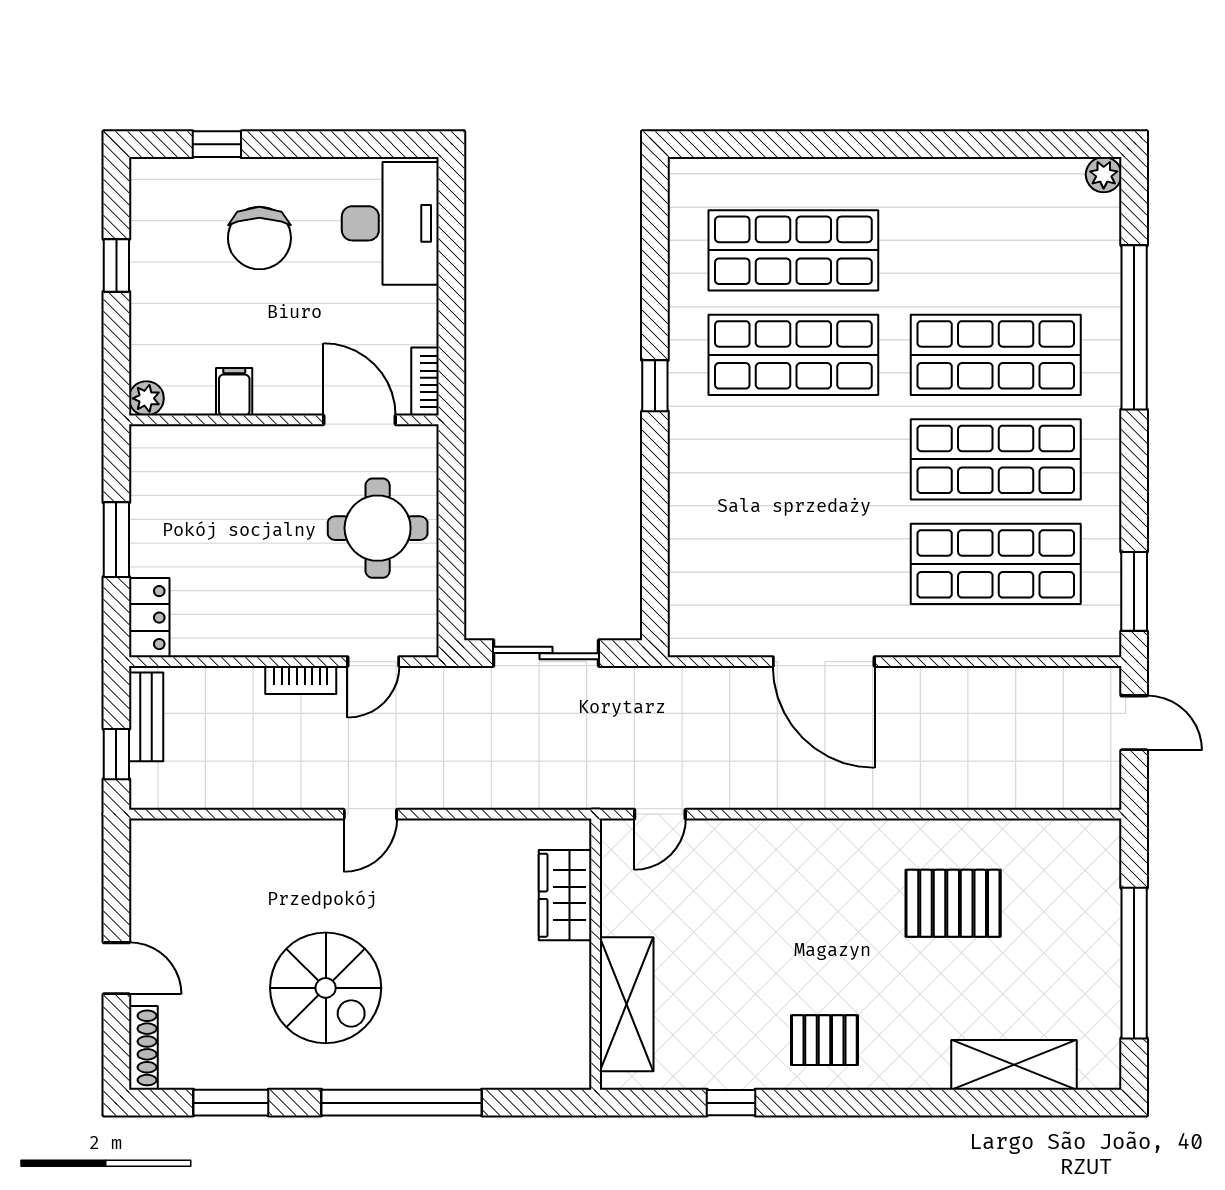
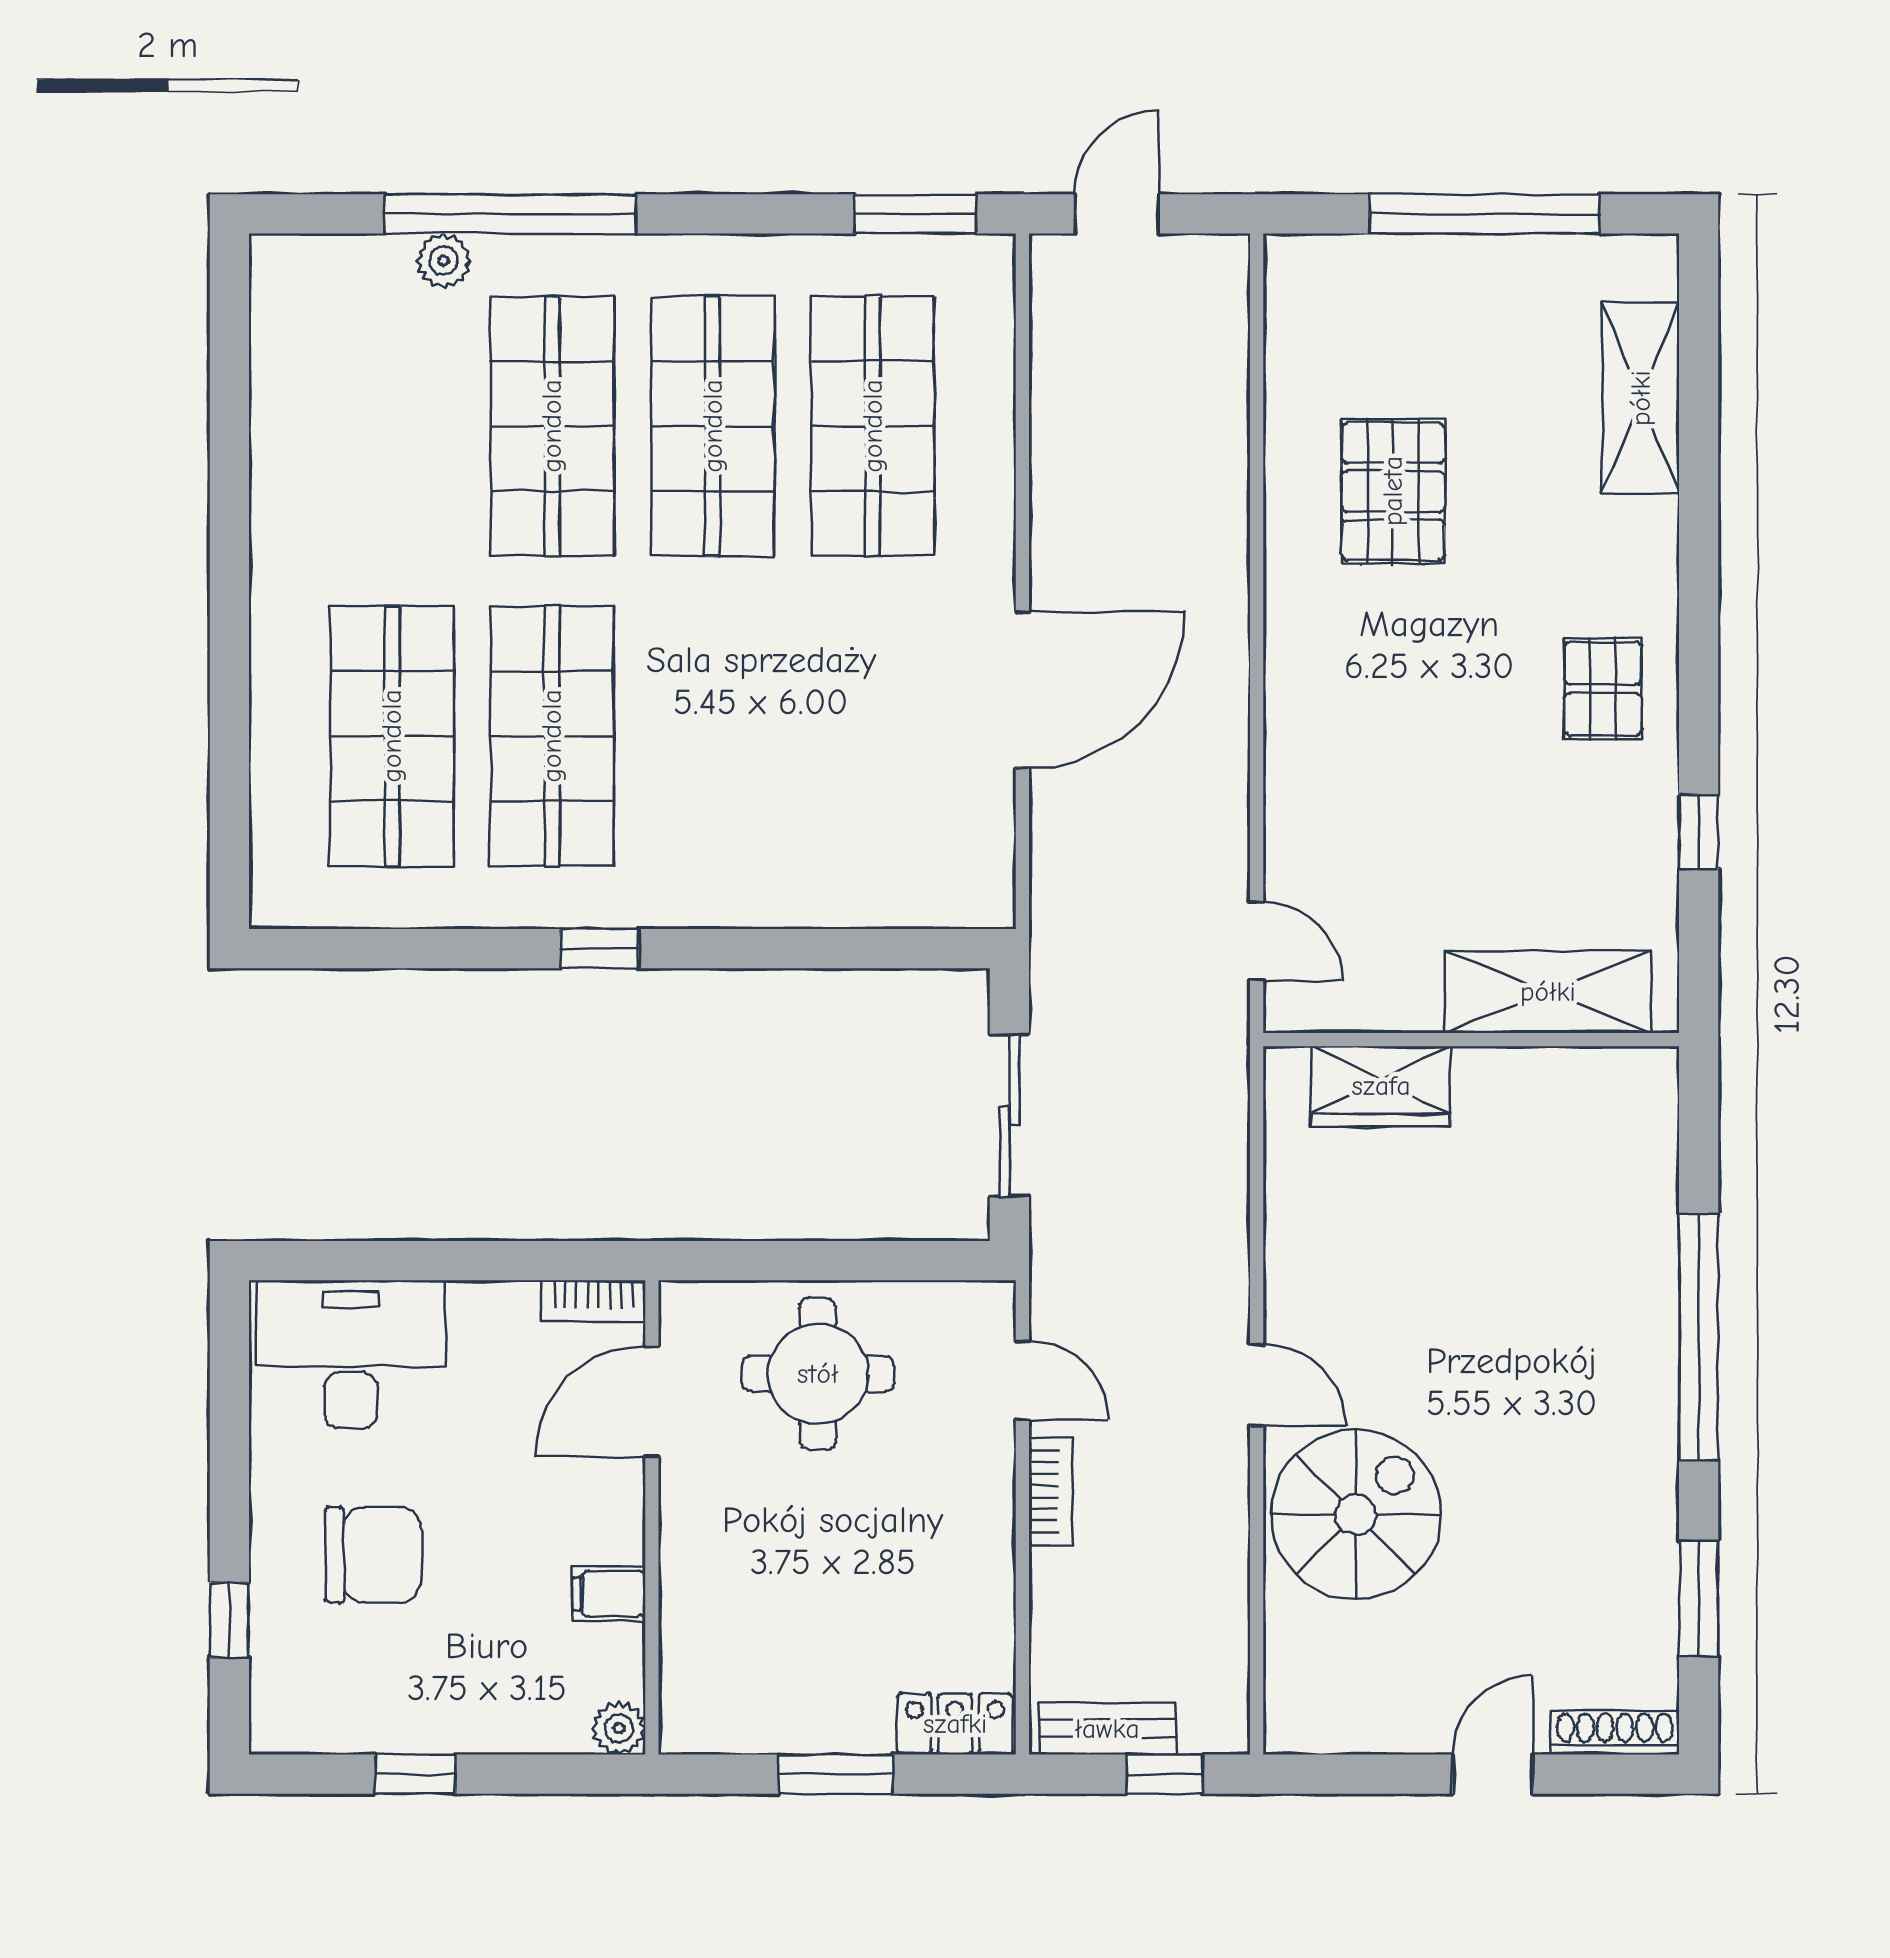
plant: (1104, 175) -> (444, 261), moved
spiral stairs: (326, 988) -> (1356, 1515), moved

